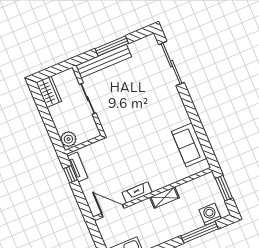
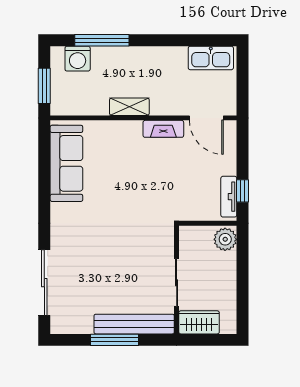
wardrobe: (49, 92) -> (199, 322), moved, turned 90
sofa: (189, 145) -> (66, 163), width x1.36

